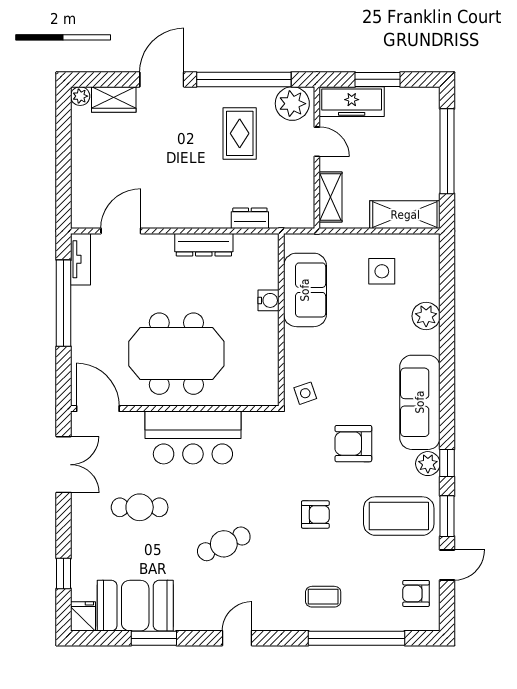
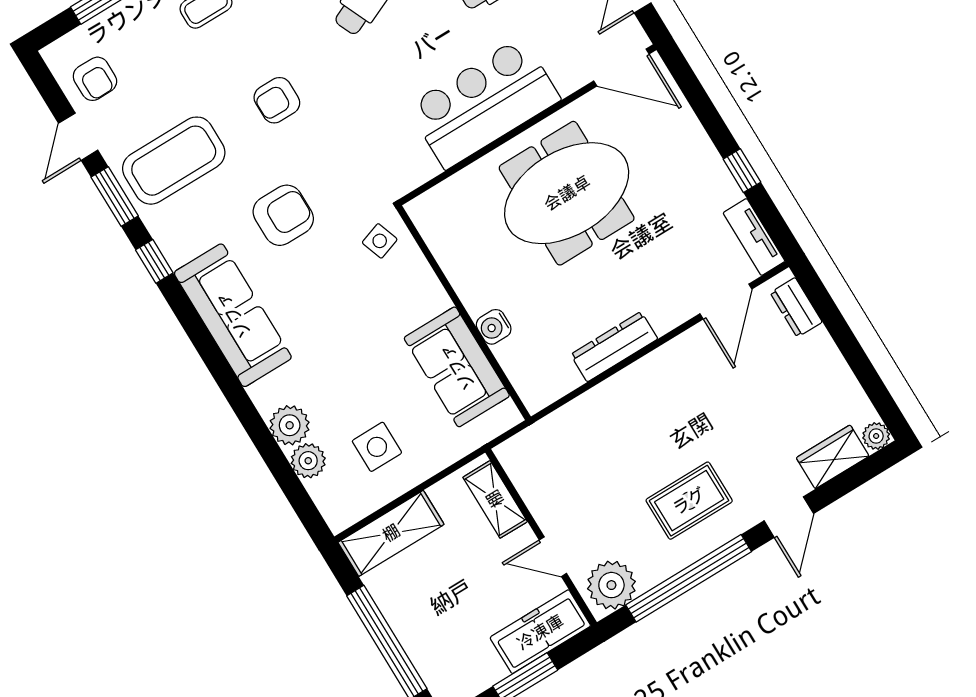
door: (162, 79) -> (789, 517), width x0.73
rug: (240, 133) -> (689, 501), moved, turned 90
dresser: (250, 218) -> (796, 307), moved, turned 90
window: (64, 303) -> (742, 171), width x0.32
plant: (428, 464) -> (308, 461), moved
armchair: (416, 593) -> (95, 79), turned 90

